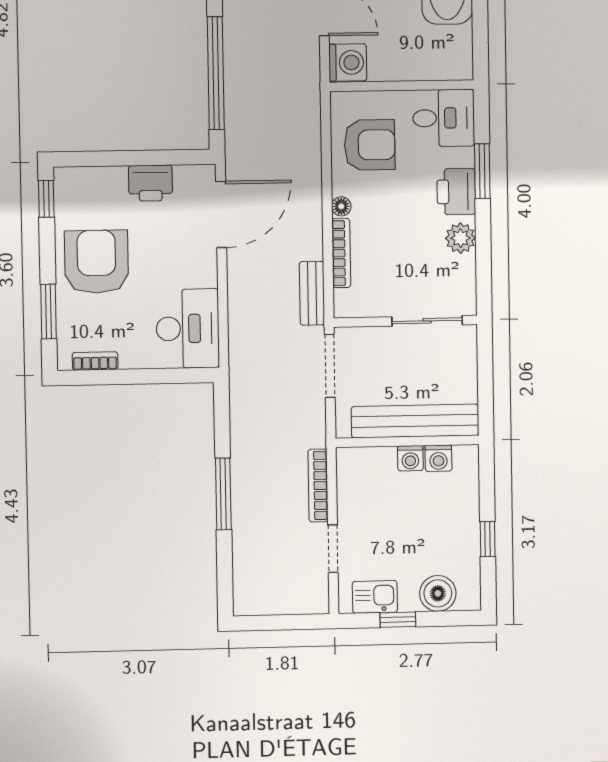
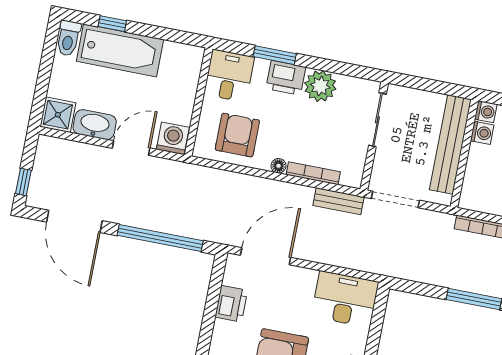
door: (221, 214) -> (266, 256), hinge flipped
plant: (460, 238) -> (320, 86), width x1.36, depth x1.36
washing machine: (410, 458) -> (486, 112), moved

